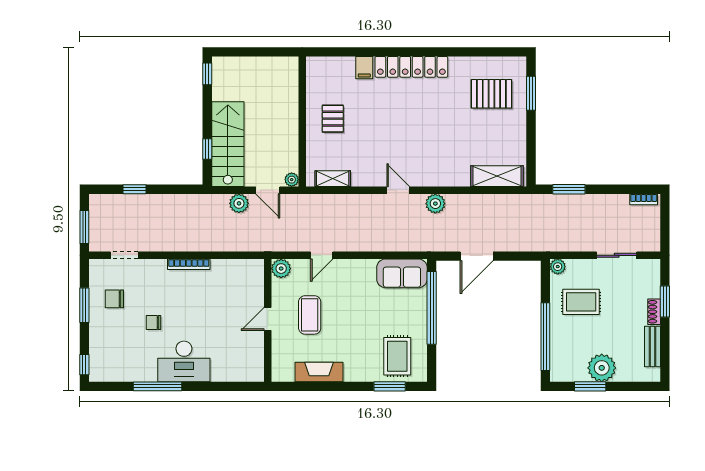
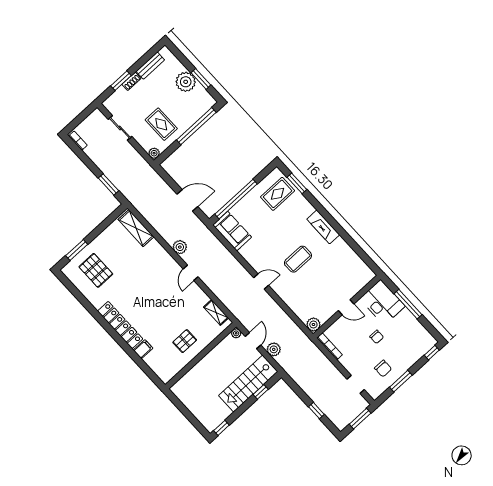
plant: (281, 269) -> (313, 324), moved
door: (268, 319) -> (346, 307), moved
wall: (268, 320) -> (347, 307), moved

